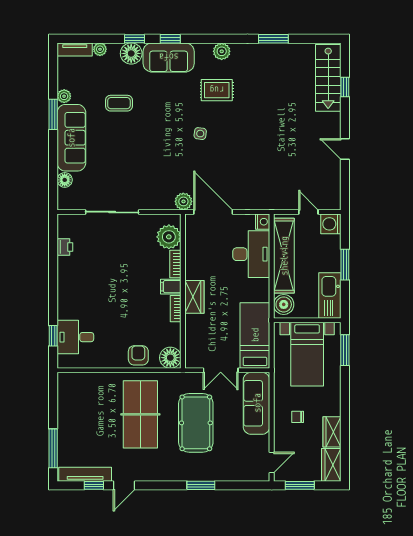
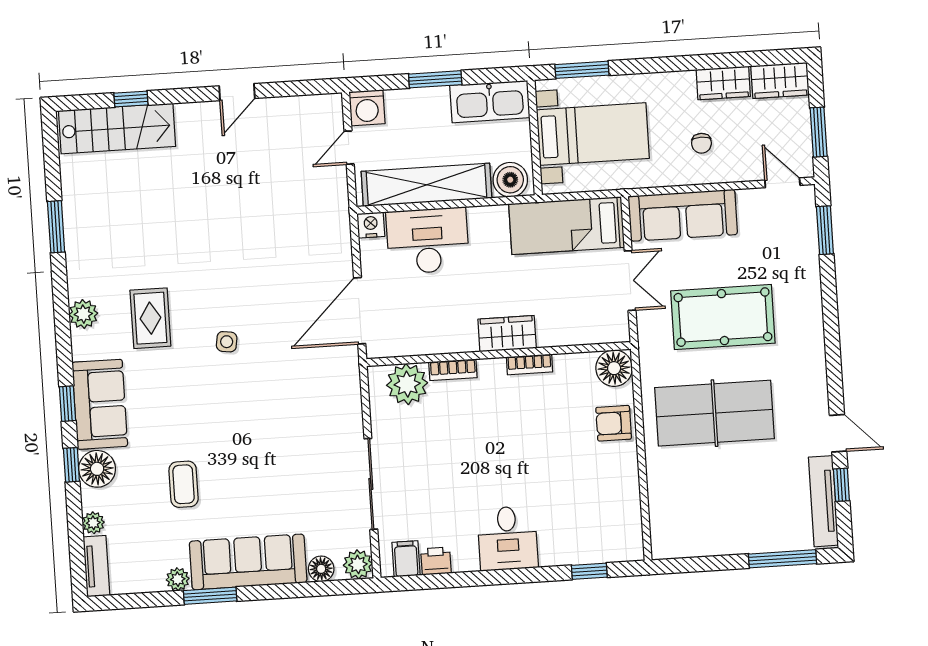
plant: (183, 201) -> (358, 564), moved
filing cabinet: (171, 287) -> (406, 559), moved, turned 180
desk: (75, 337) -> (508, 538), moved
window: (201, 485) -> (825, 230), moved

